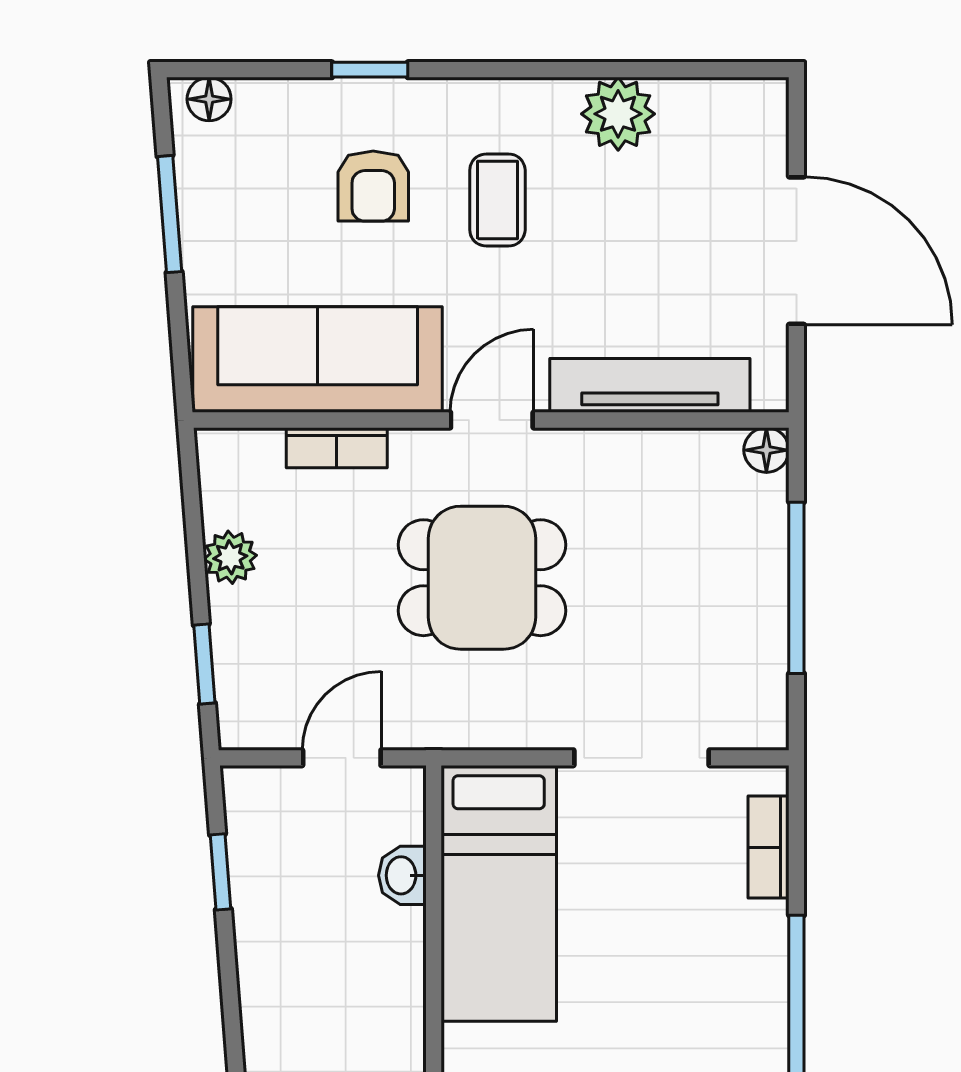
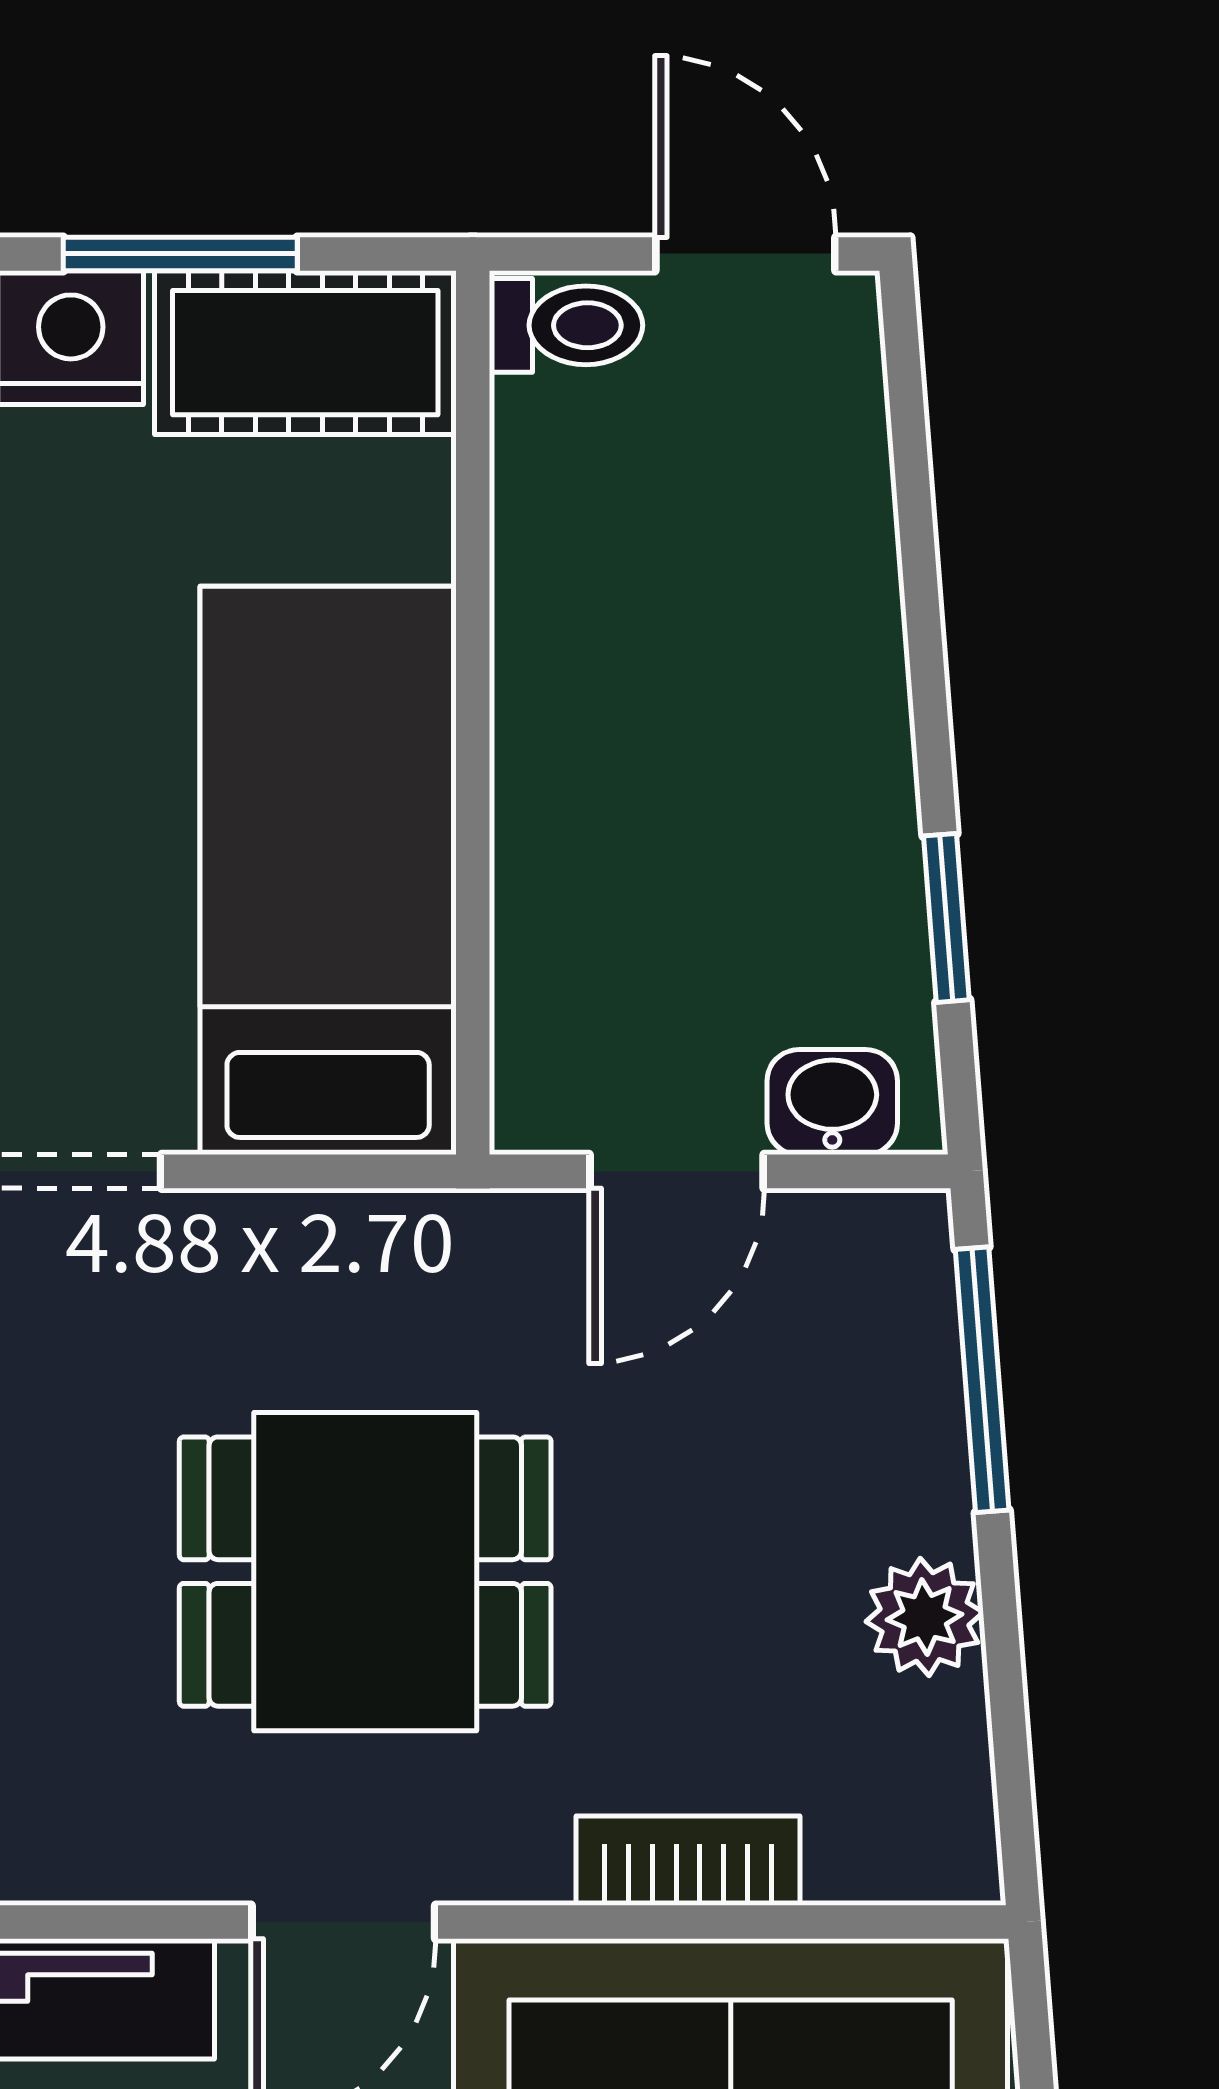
window: (204, 664) -> (982, 1380), width x1.50
washbasin: (402, 875) -> (832, 1102), moved, turned -90

